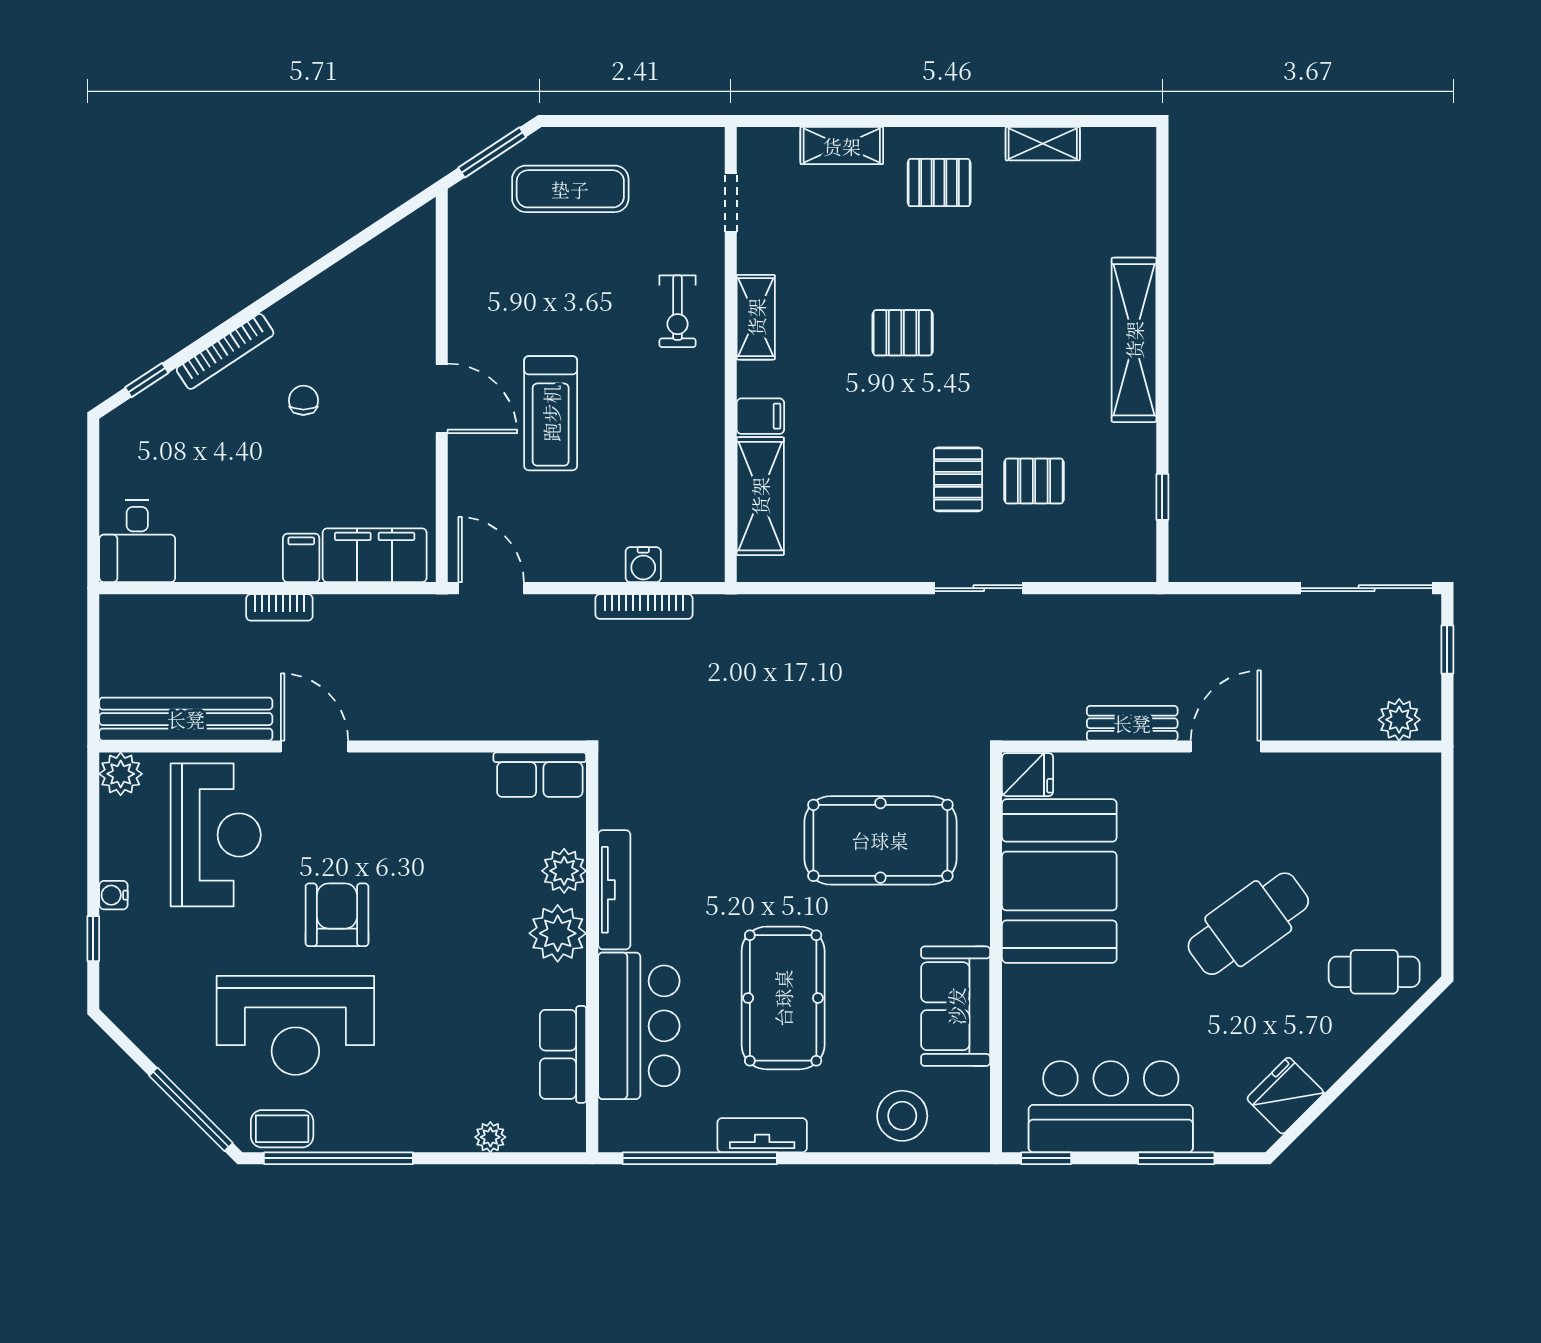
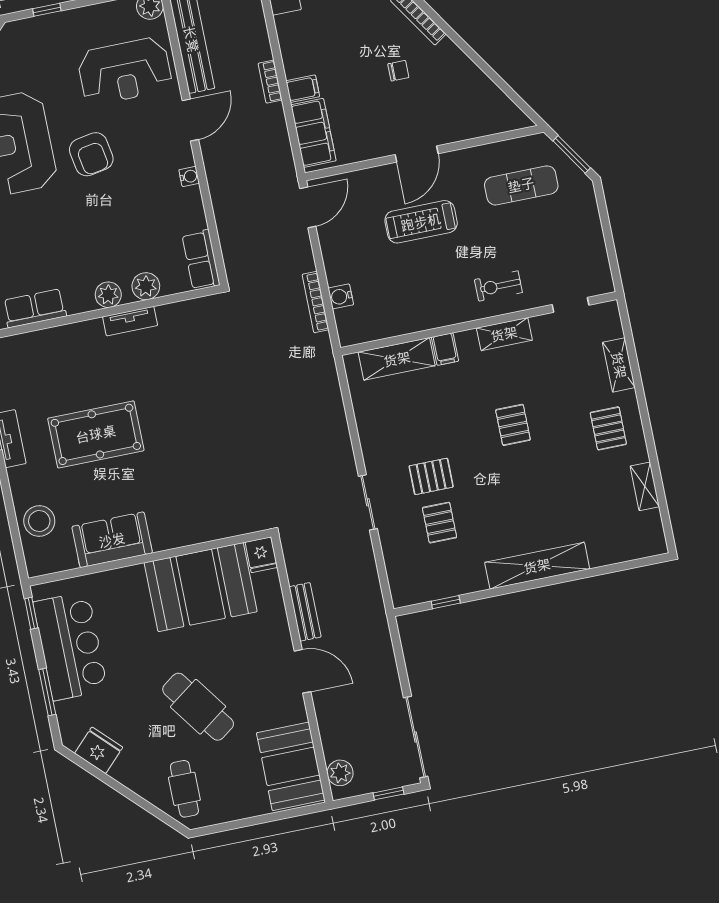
exercise mat: (570, 189) -> (521, 185), moved, turned 90
booth: (1373, 796) -> (291, 766), added
pool table: (880, 840) -> (203, 474), removed
tv unit: (614, 890) -> (130, 321), width x0.71
water cooler: (113, 895) -> (189, 176), moved, turned 90
armchair: (337, 915) -> (91, 154), turned 80
plant: (558, 933) -> (108, 295), width x0.73, depth x0.73
bar counter: (639, 1026) -> (61, 351), removed

